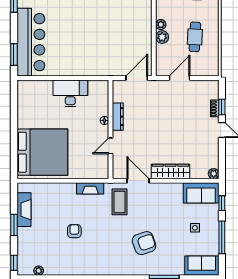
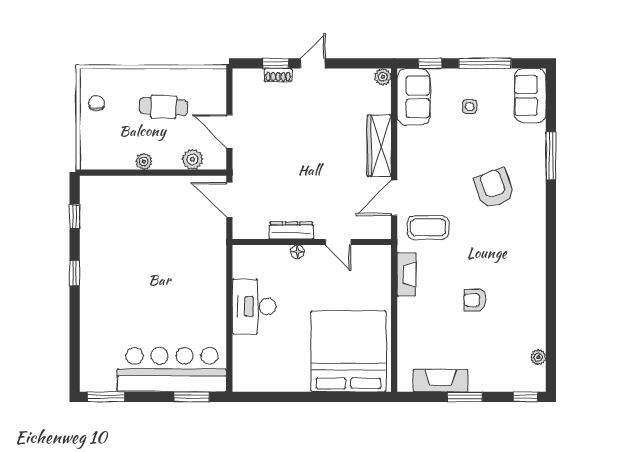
plant: (162, 37) -> (192, 159), moved

